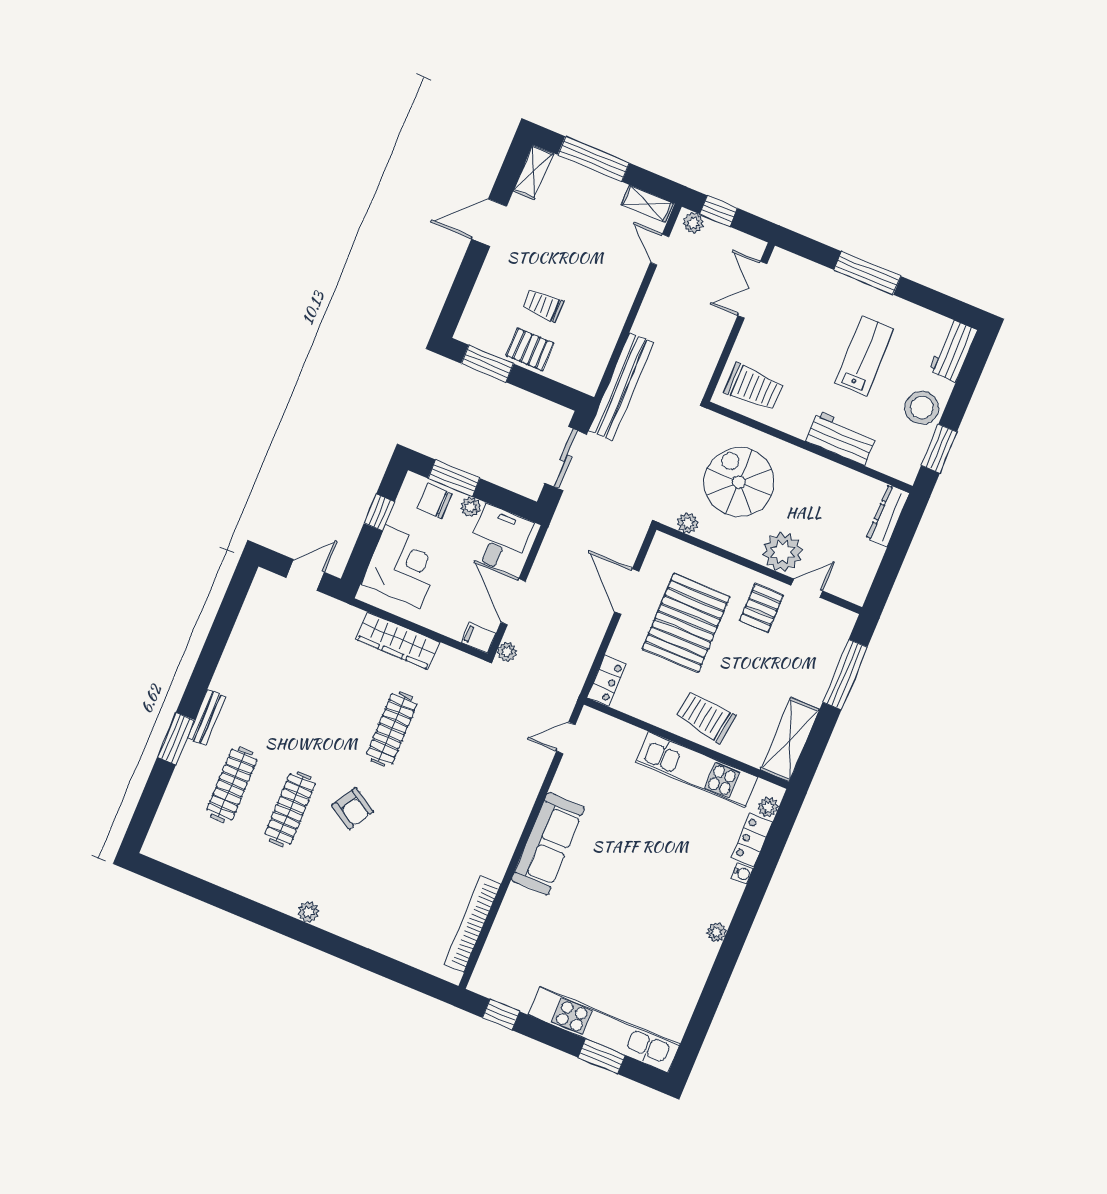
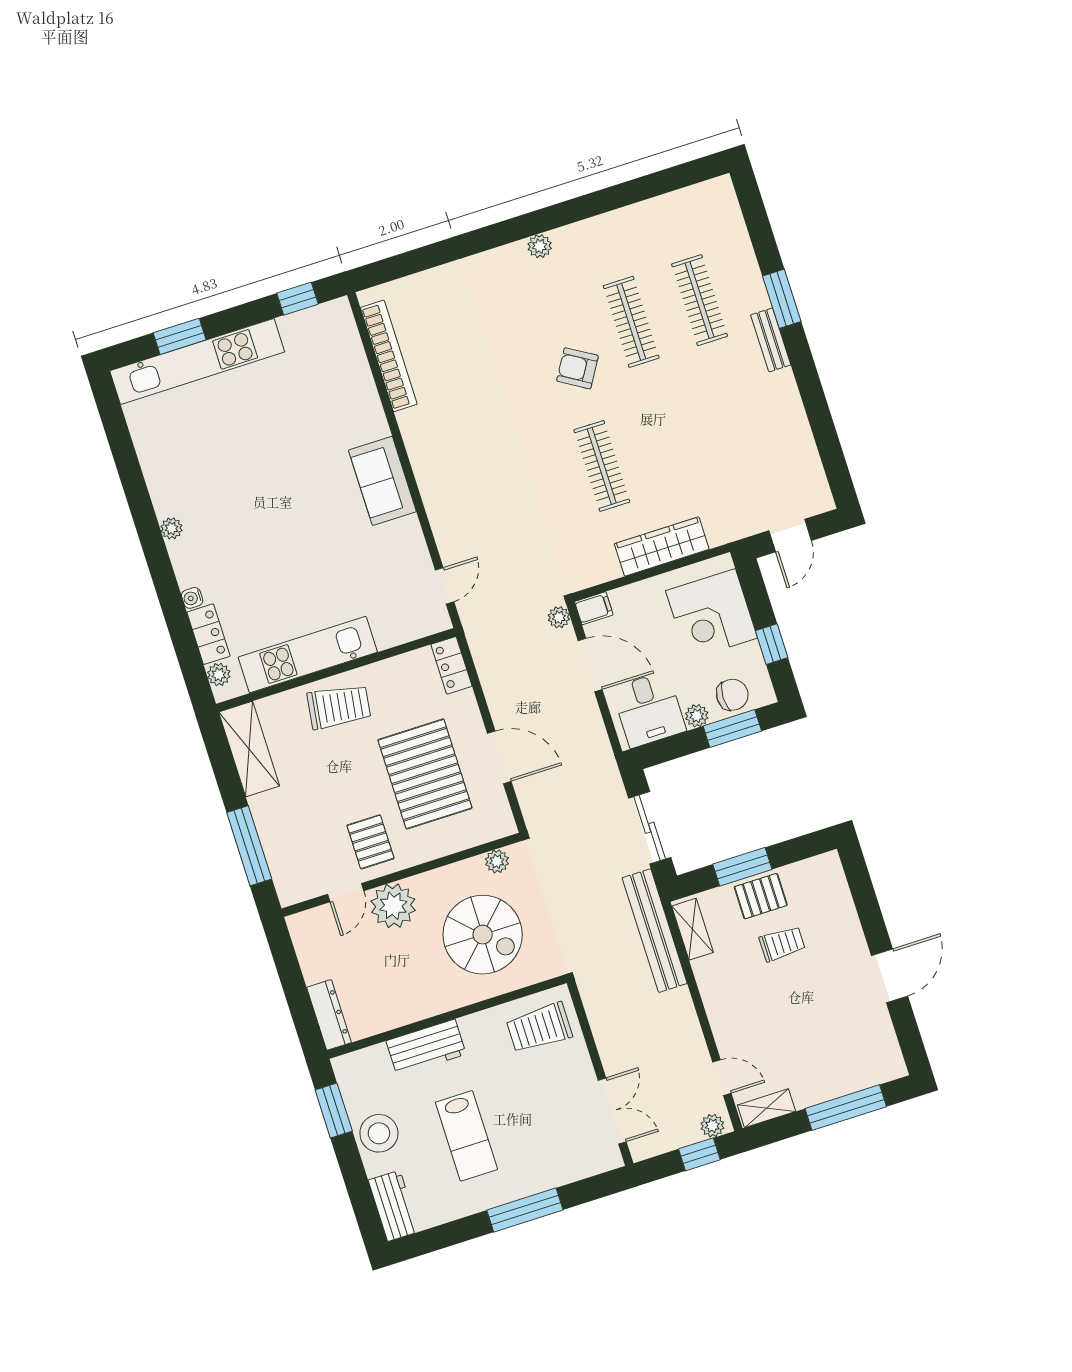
shelving: (533, 172) -> (693, 929), moved
window: (487, 364) -> (742, 867), moved
sofa: (548, 844) -> (382, 481), width x0.73

